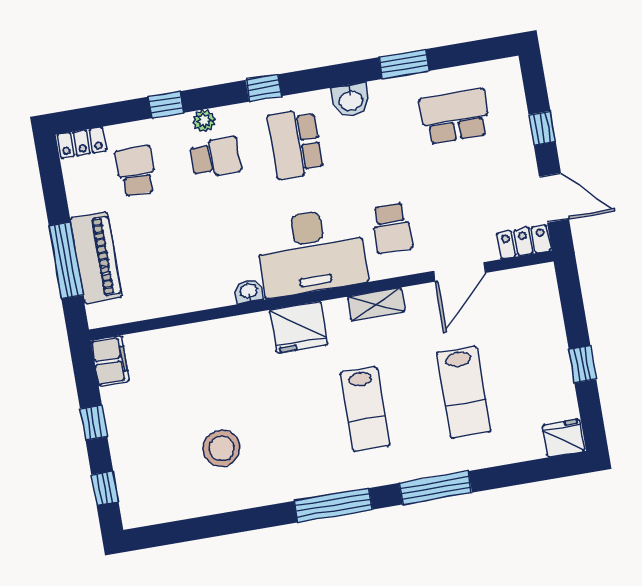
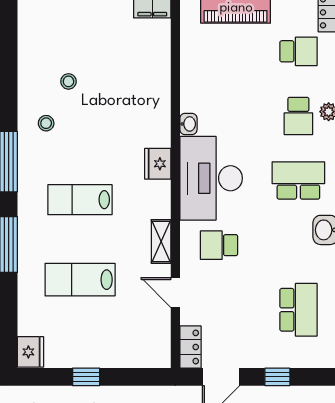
door: (460, 272) -> (175, 293), width x0.73
shelving: (376, 304) -> (161, 241), moved
fridge: (298, 327) -> (158, 164), width x0.73, depth x0.75
stool: (222, 448) -> (68, 81), width x0.53, depth x0.53
stool: (278, 467) -> (46, 123), added

